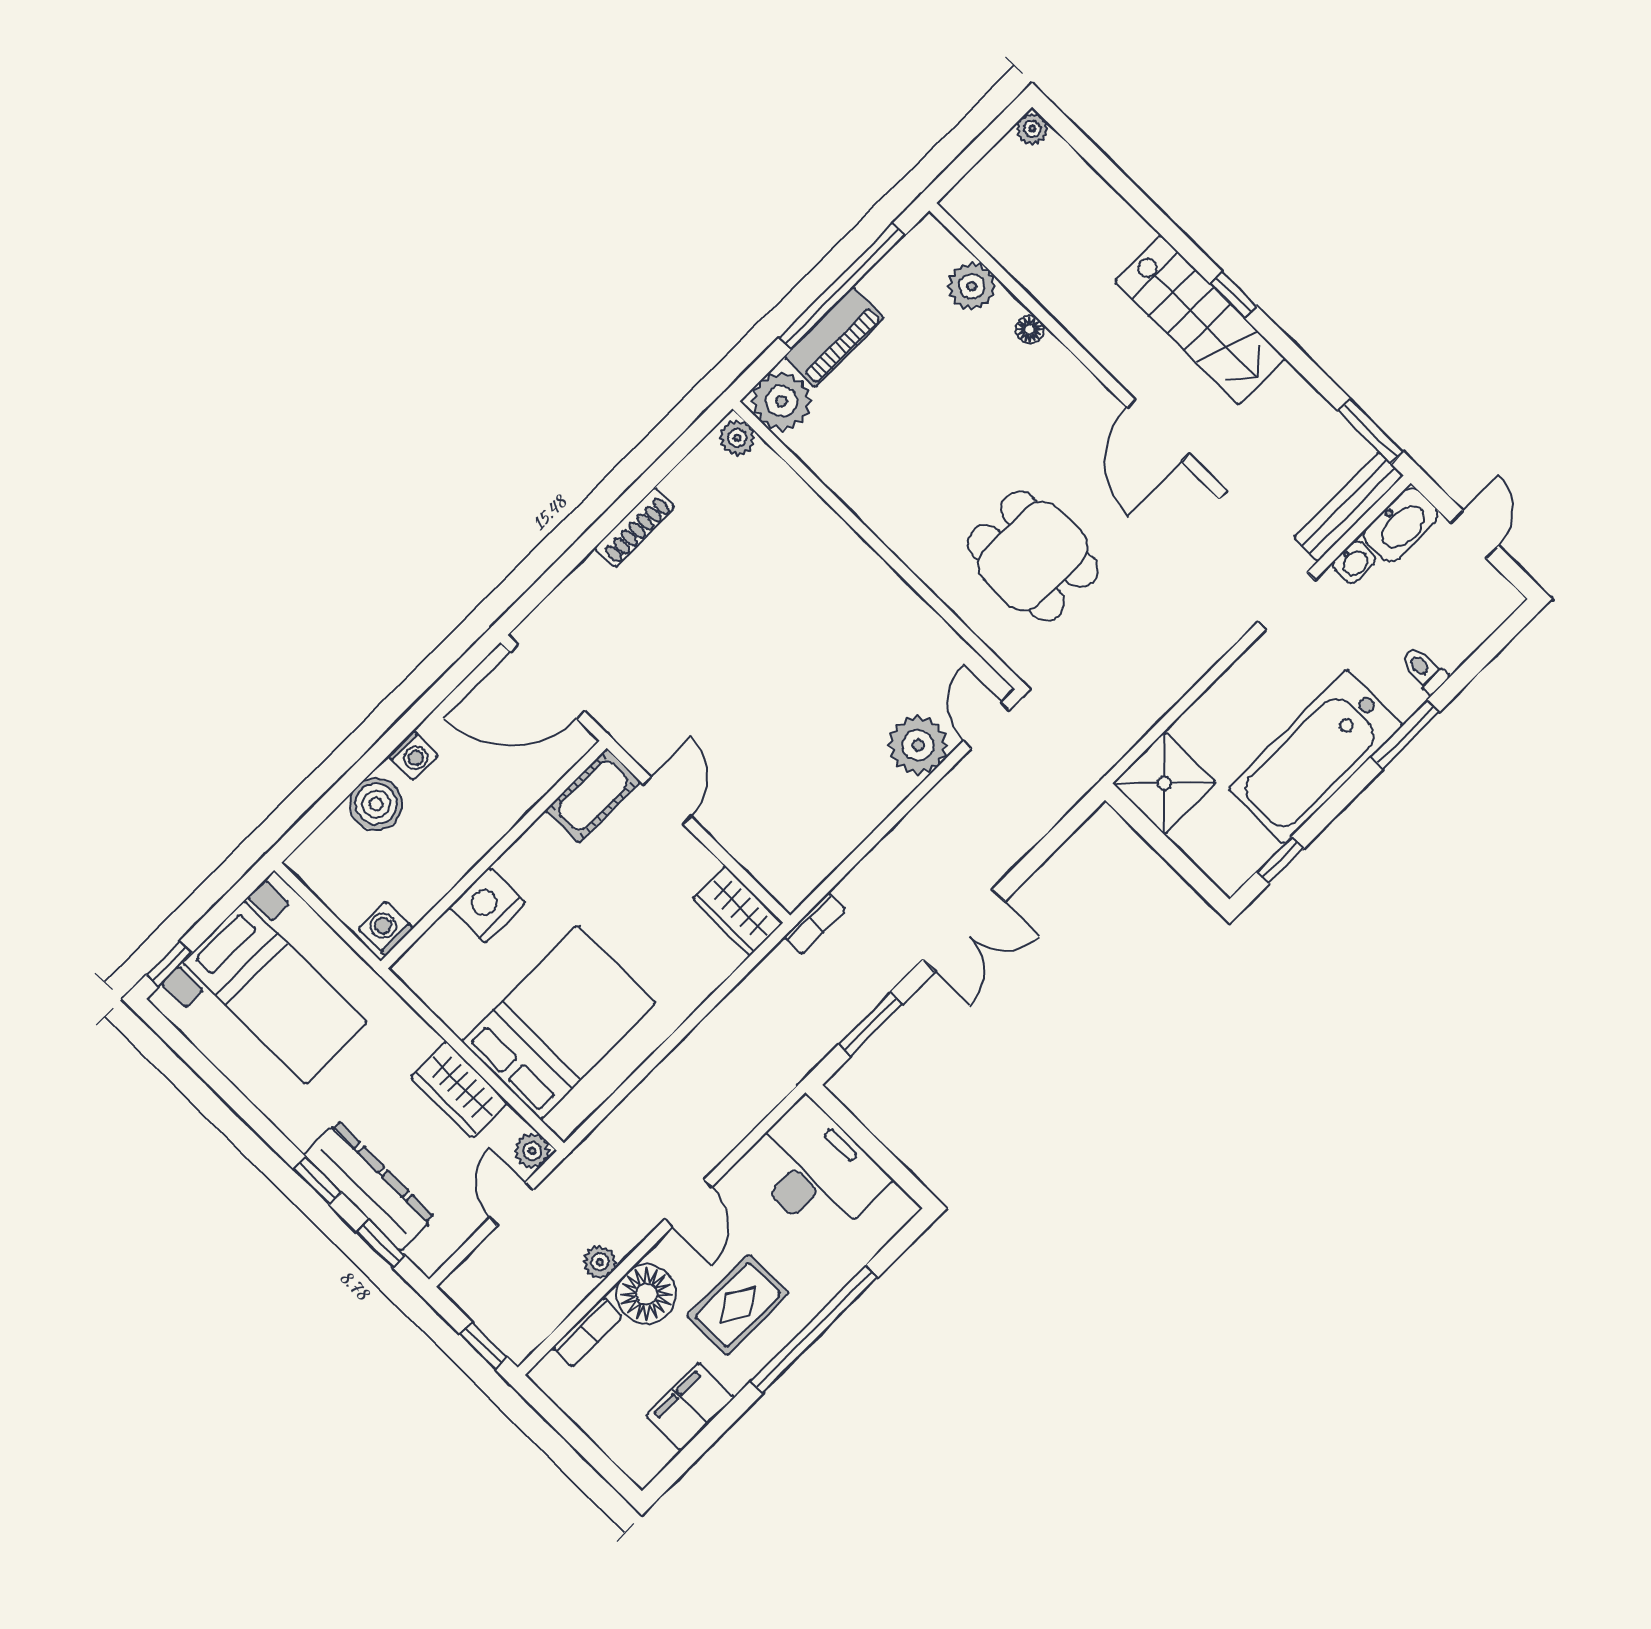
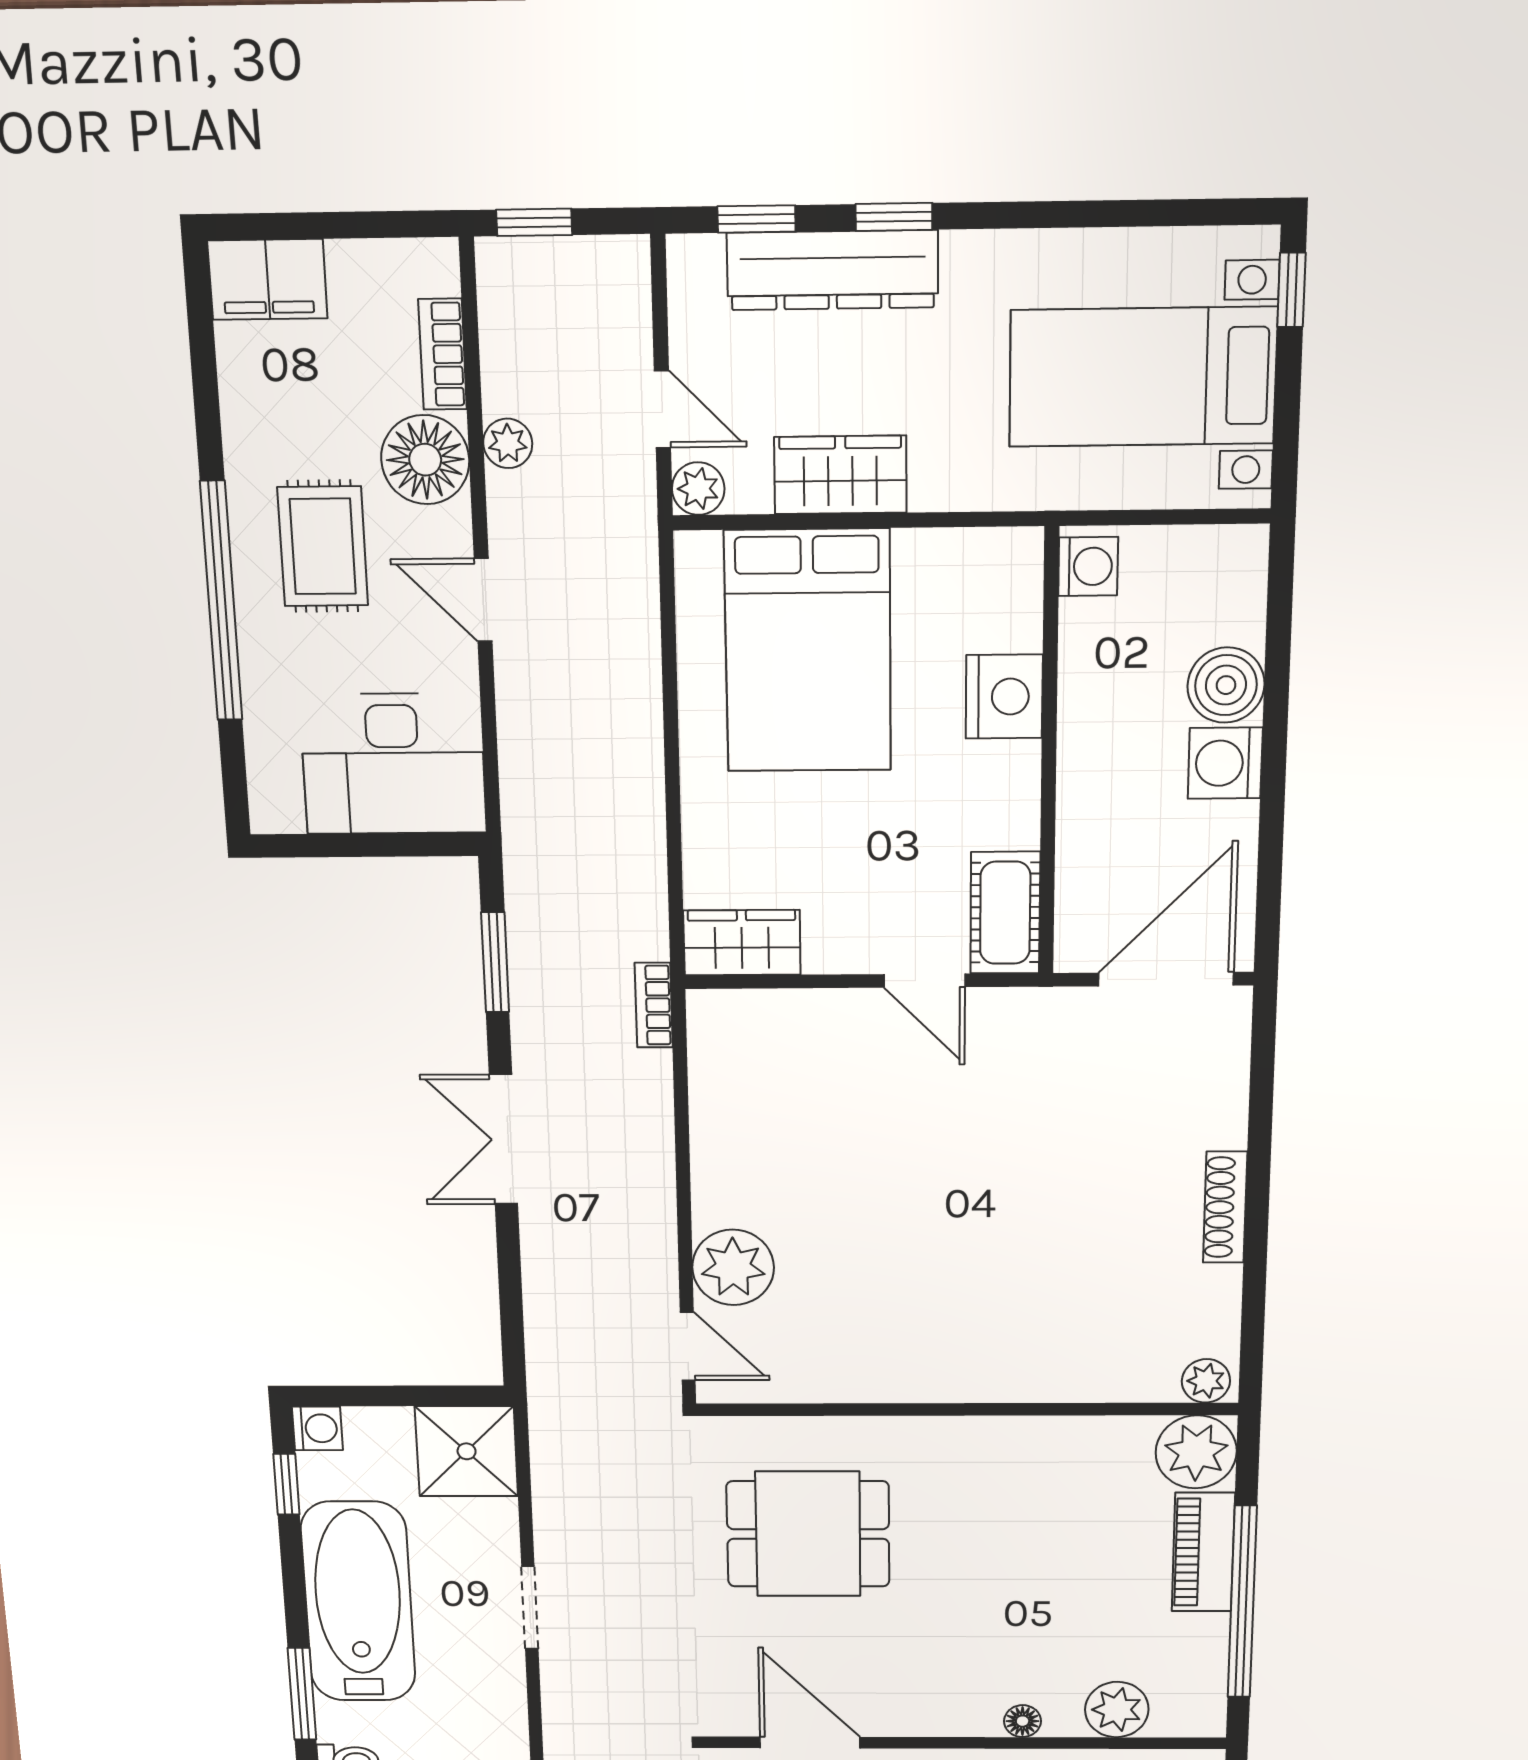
doorway: (1286, 601) -> (530, 1608), moved
washing machine: (413, 755) -> (1225, 763), width x1.38, depth x1.38
washing machine: (1229, 874) -> (317, 1428), added
filing cabinet: (690, 1407) -> (268, 280), moved, turned 90

